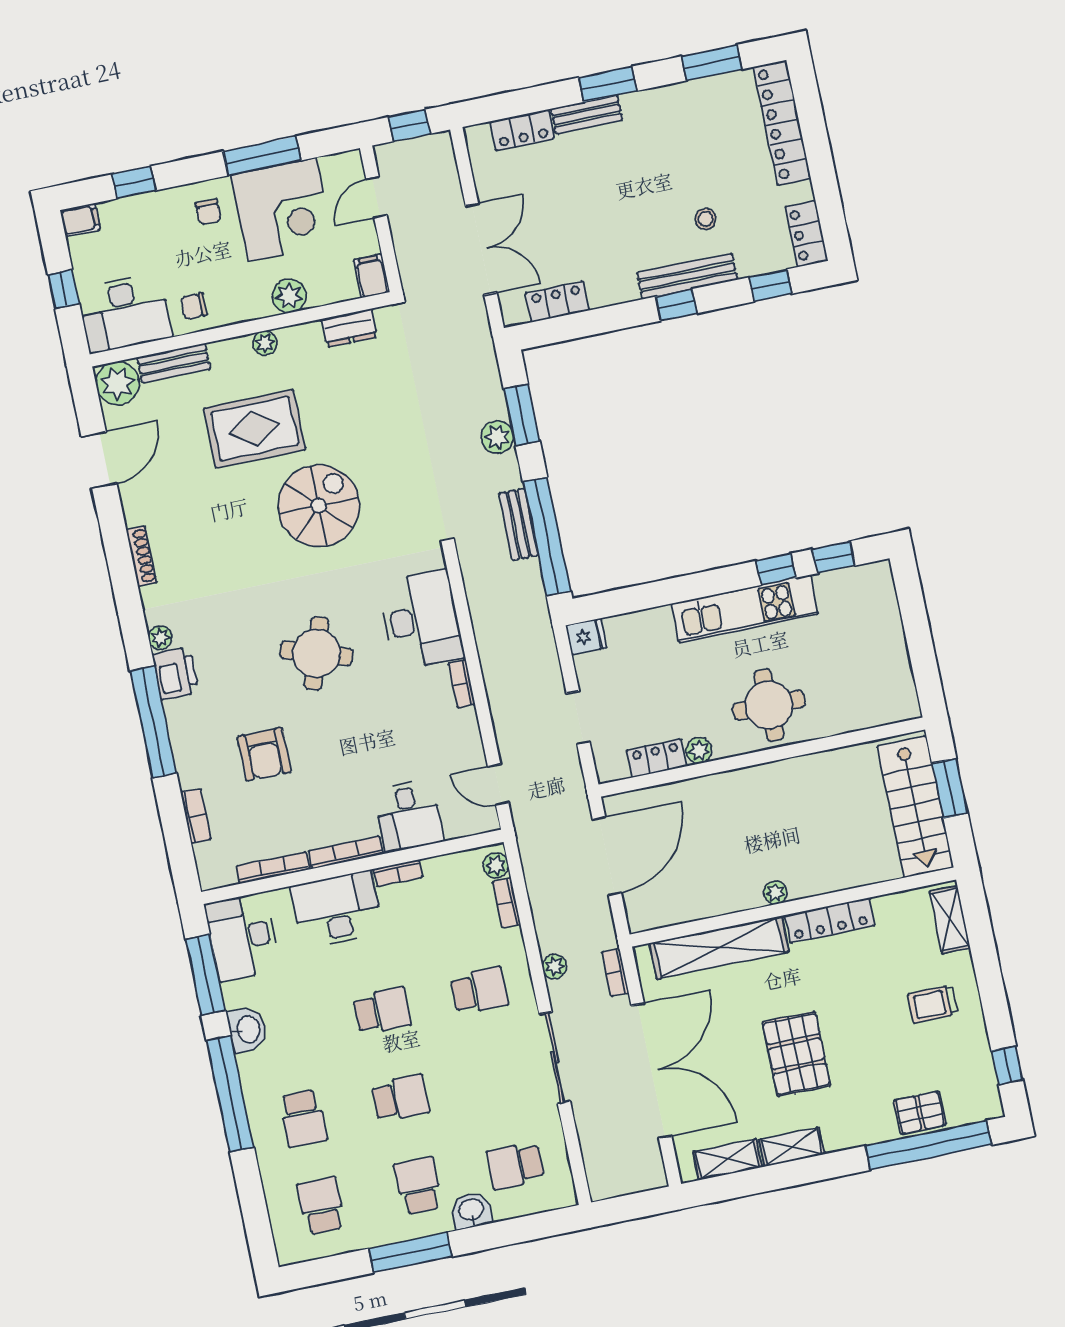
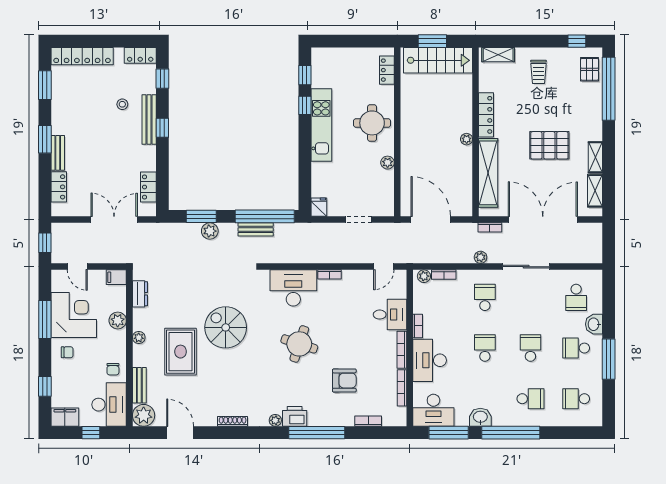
filing cabinet: (80, 220) -> (65, 417), width x2.00
locker: (657, 758) -> (387, 70), moved
pallet: (920, 1113) -> (590, 69), moved

